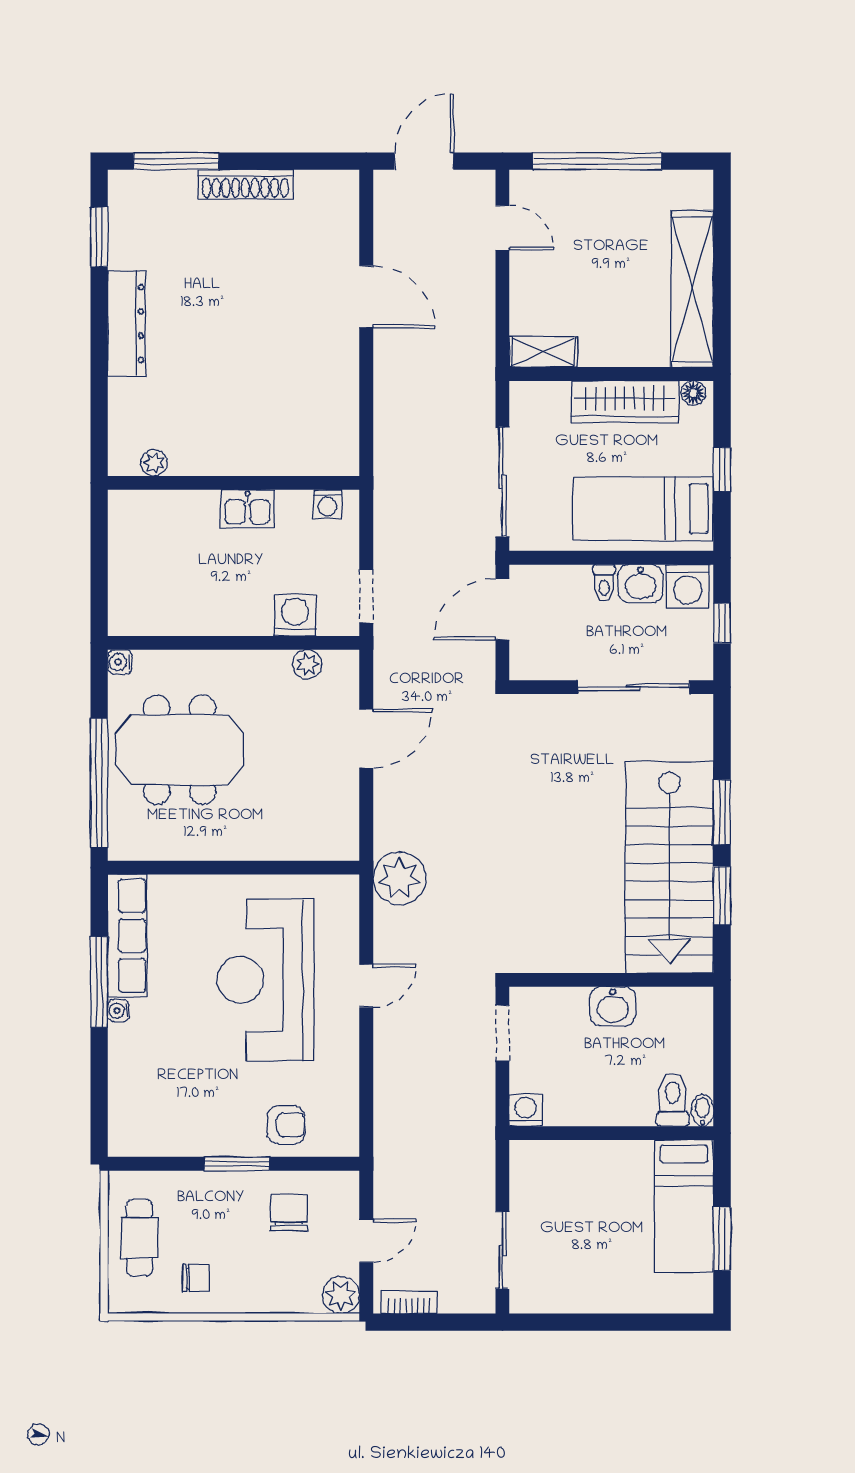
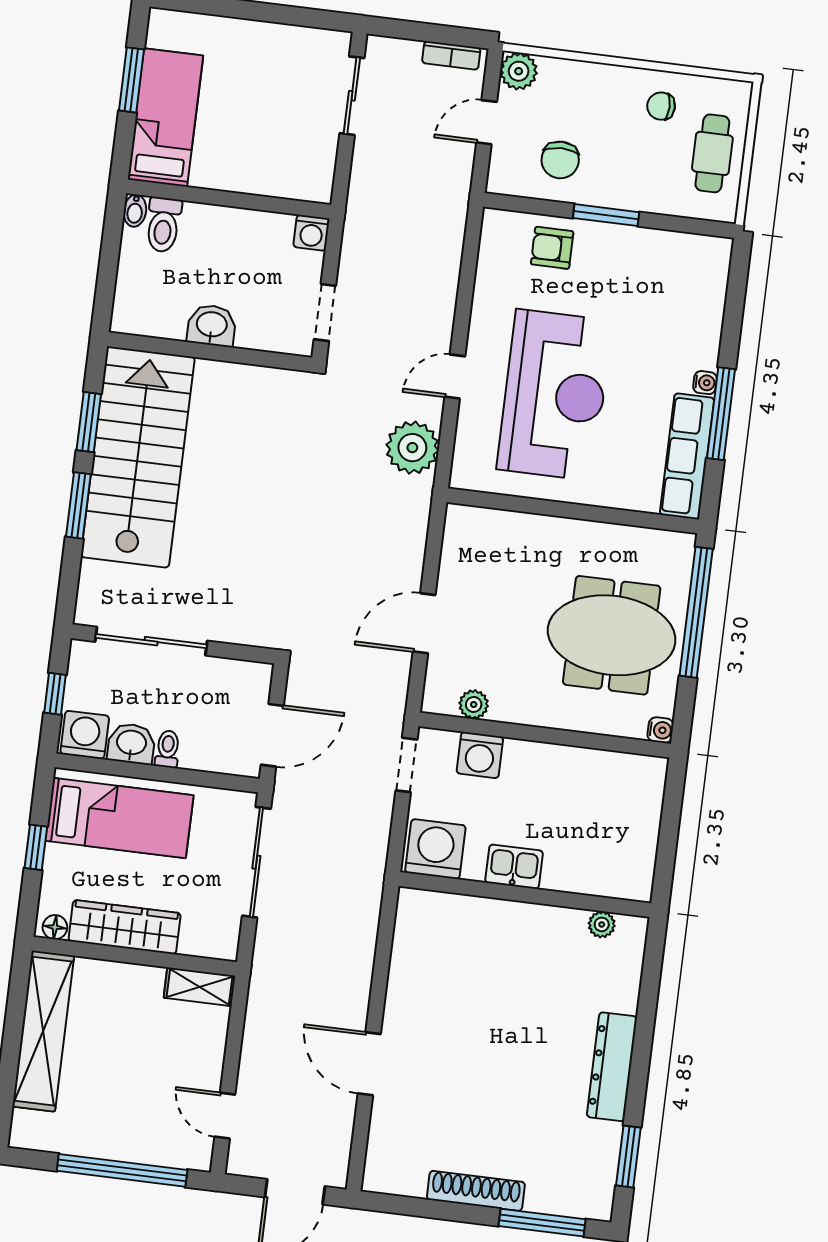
washing machine: (327, 504) -> (435, 849), width x1.89, depth x1.89
plant: (399, 878) -> (412, 448), moved

